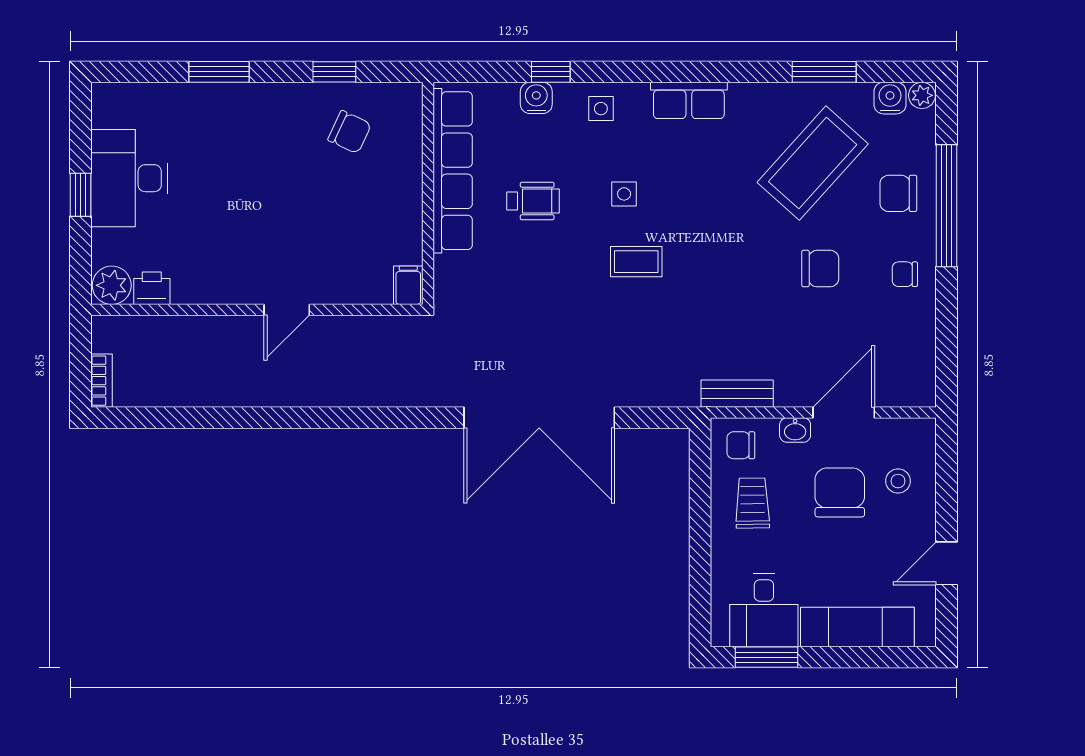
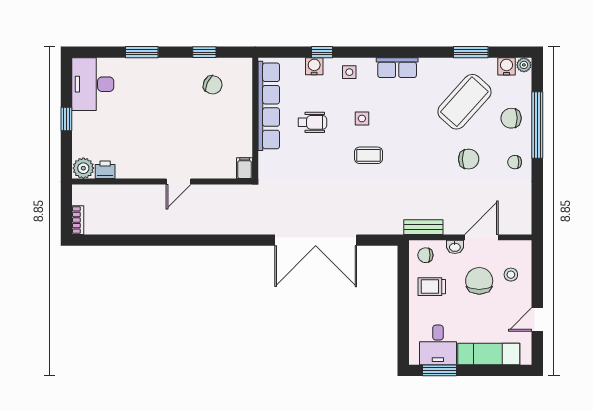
desk: (129, 178) -> (93, 84), moved
trolley: (752, 503) -> (432, 287), turned -89

